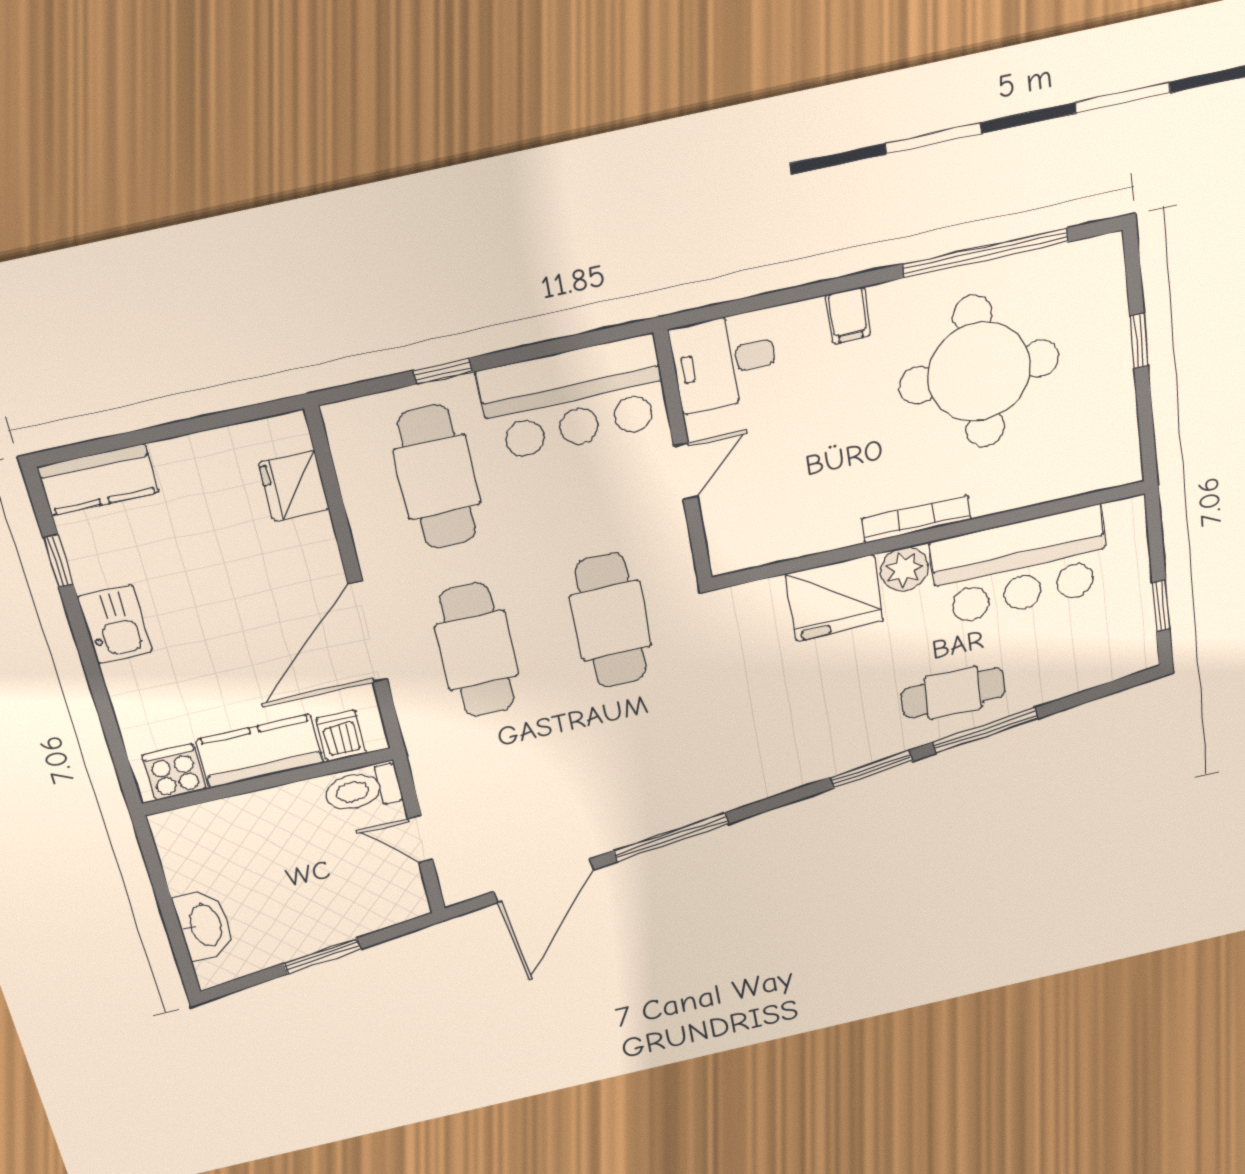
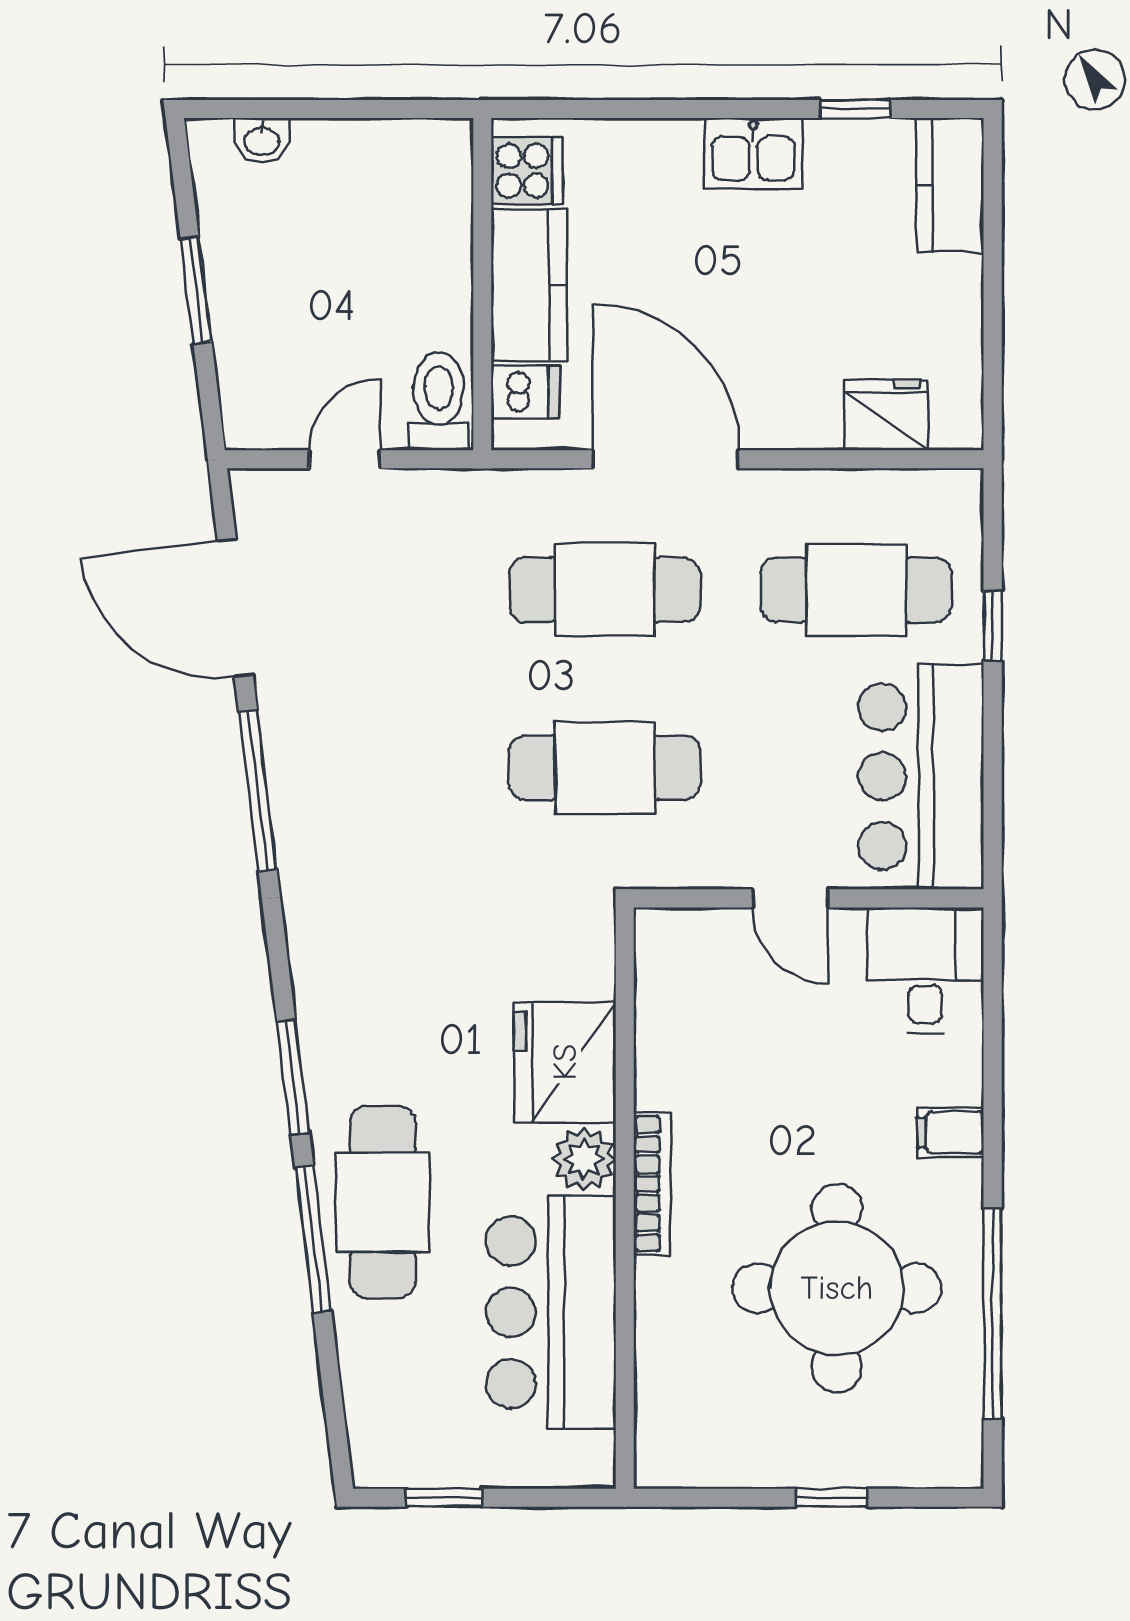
cafe table: (953, 693) -> (383, 1202), width x1.37, depth x1.35
washbasin: (204, 925) -> (262, 140), width x0.52, depth x0.69

